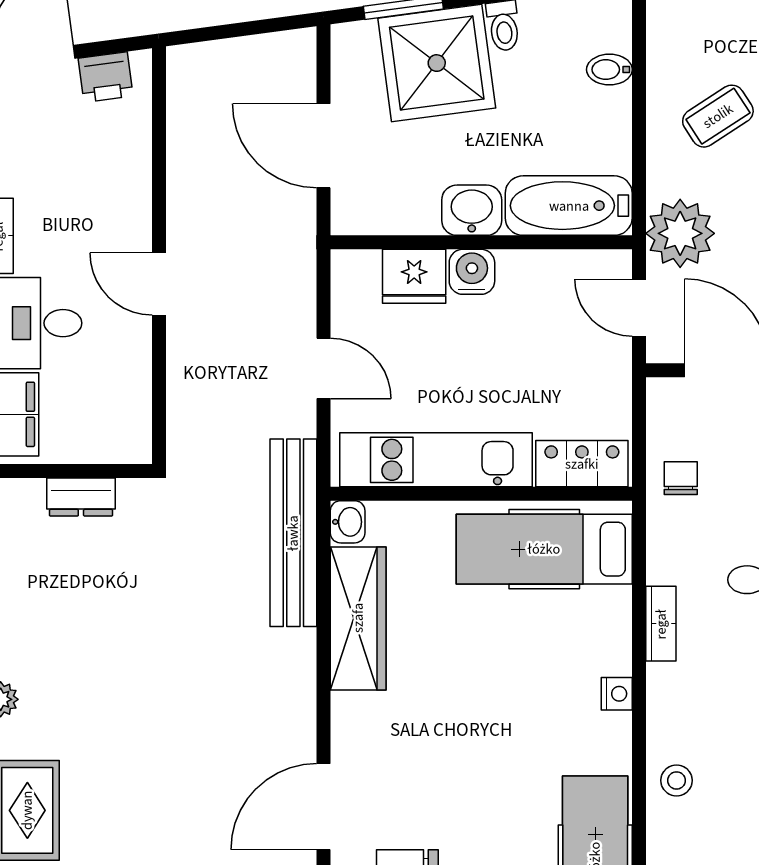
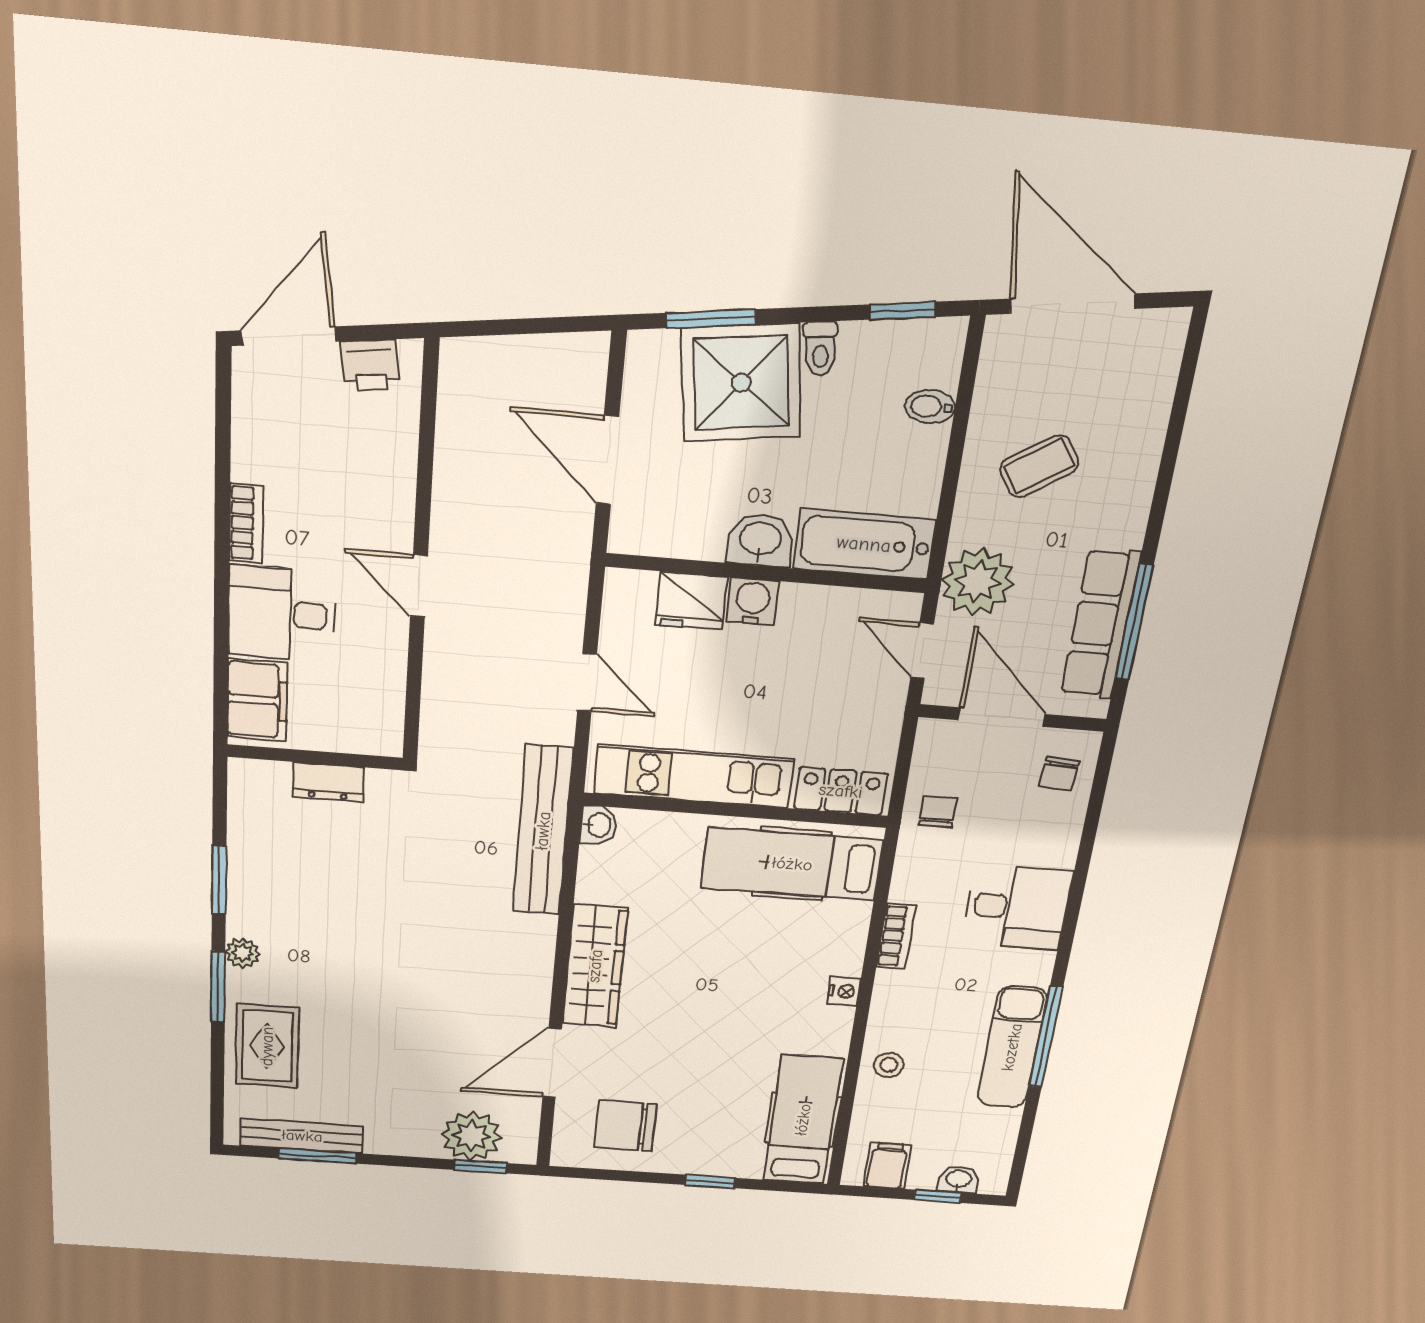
wardrobe: (358, 618) -> (595, 966), moved

